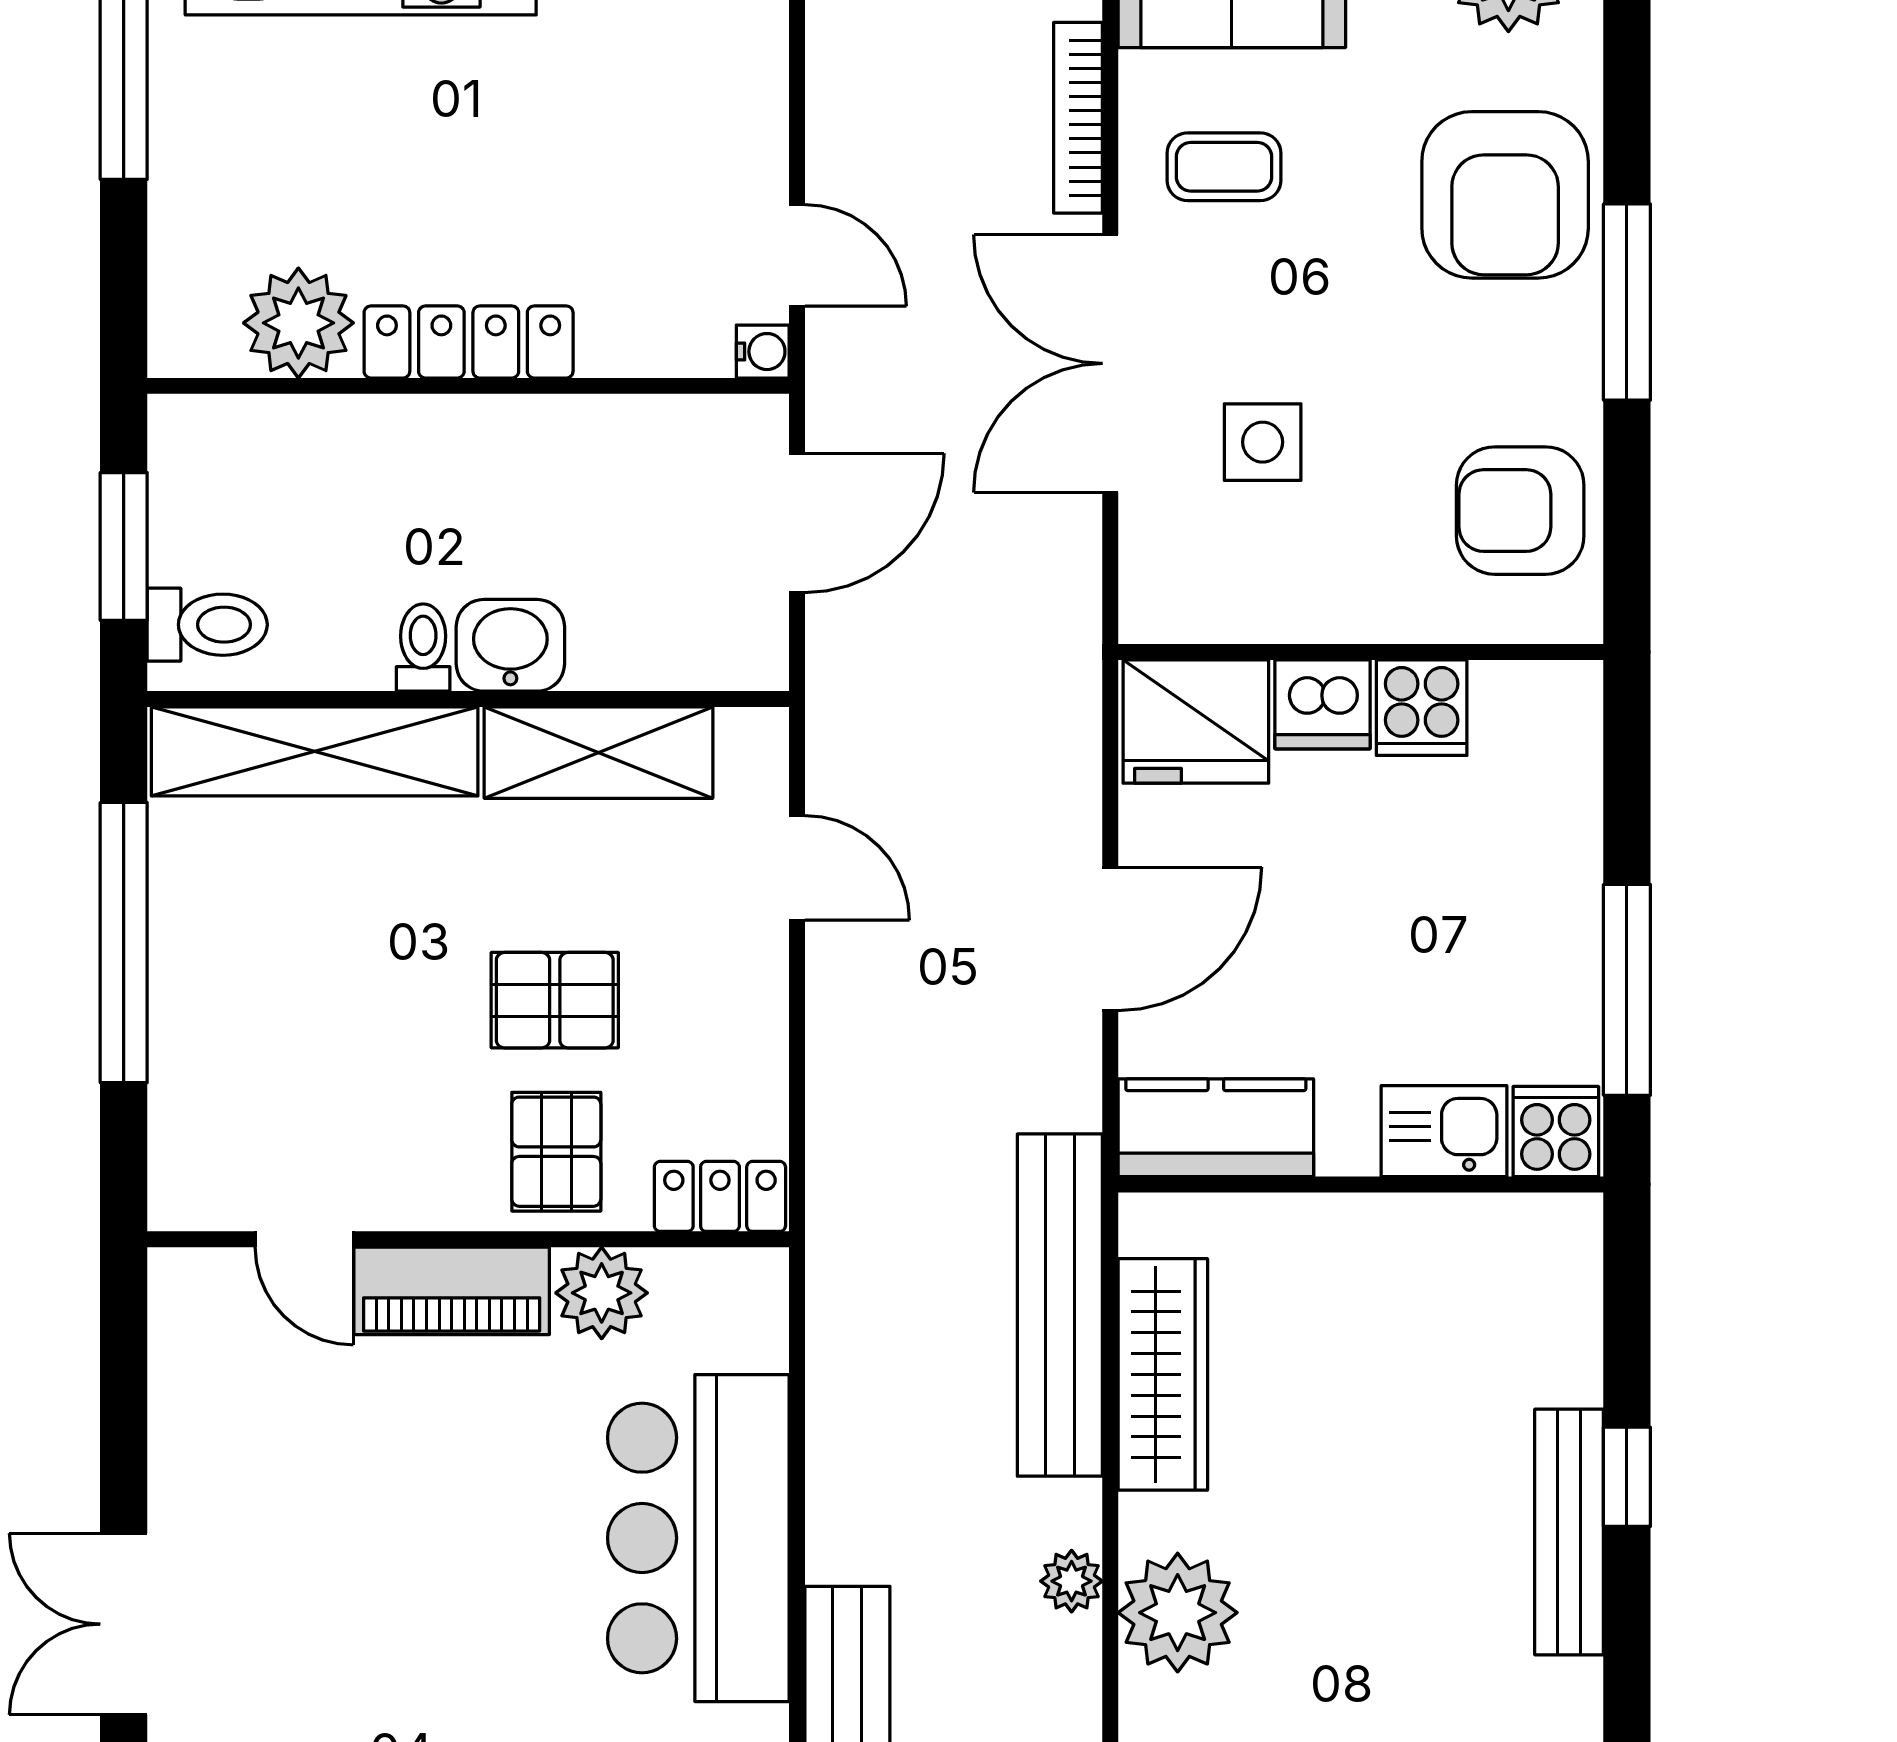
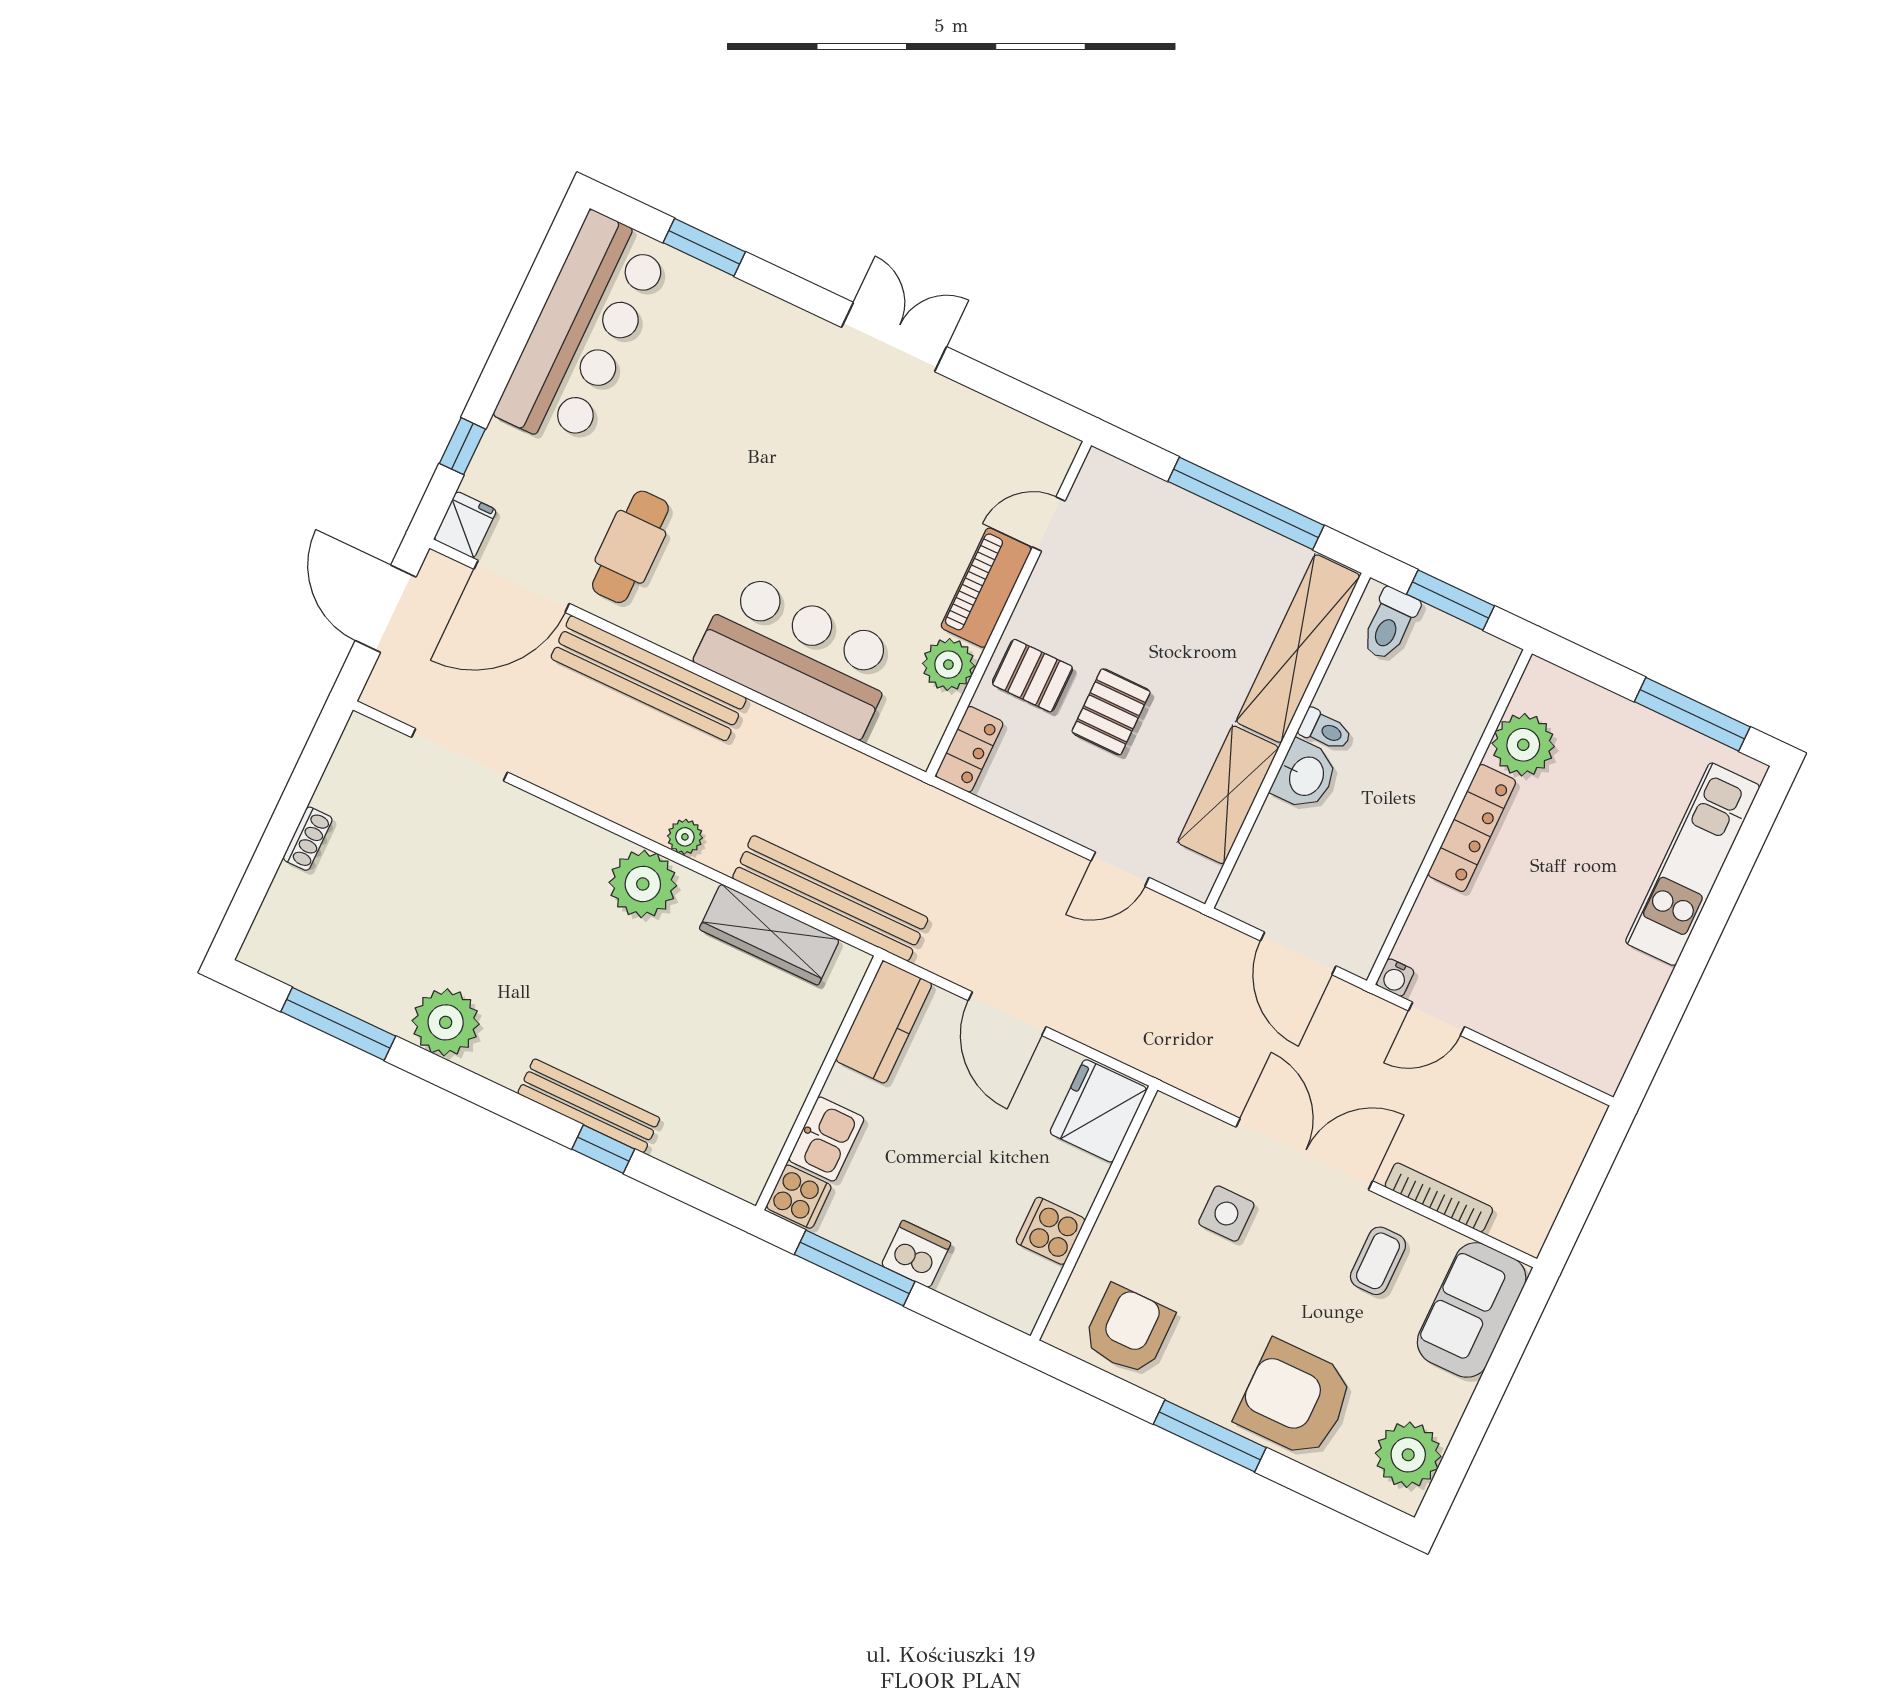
dishwasher: (1322, 704) -> (916, 1254), moved, turned 90

